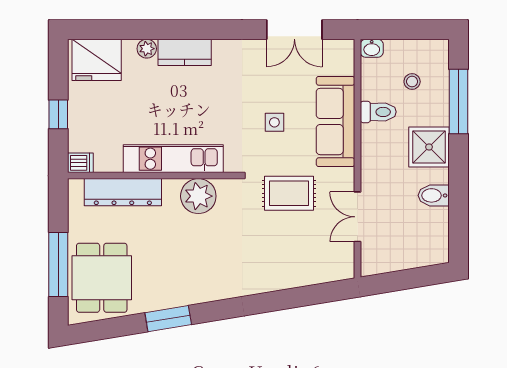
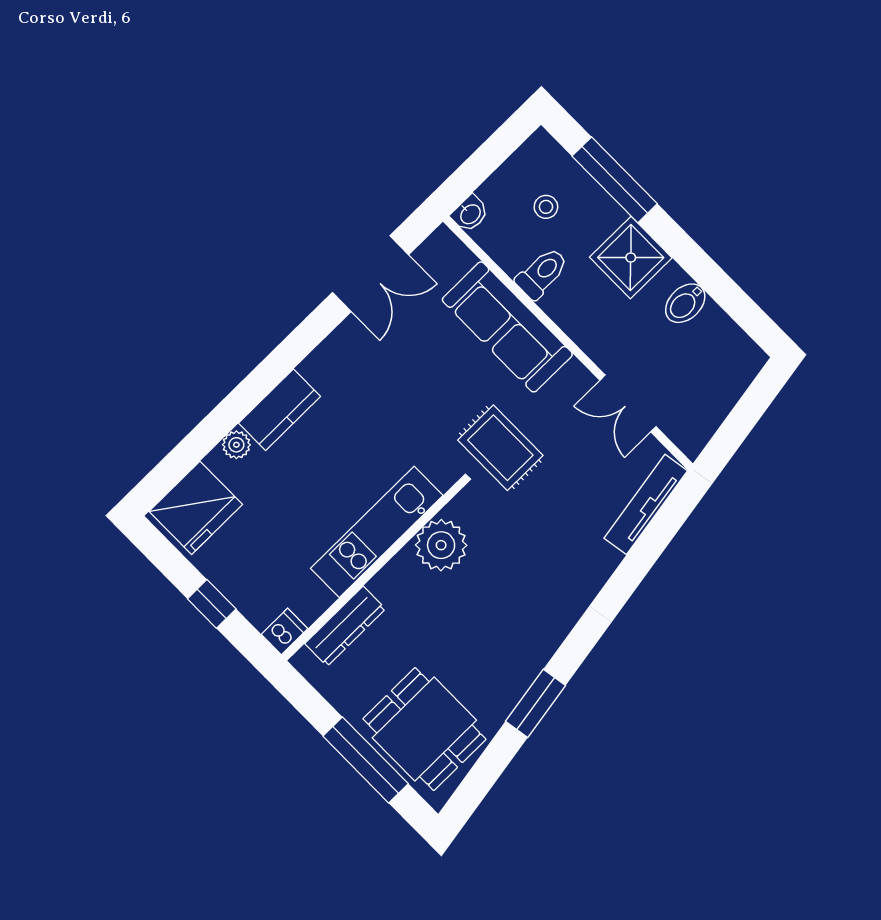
side table: (274, 122) -> (445, 390), removed
dresser: (123, 192) -> (345, 626), width x0.73, depth x0.80
rug: (289, 193) -> (500, 448), moved, turned 90
tv unit: (318, 275) -> (646, 504), added

